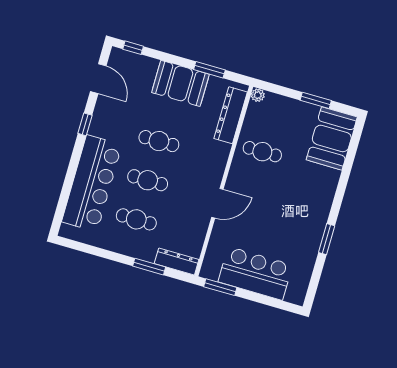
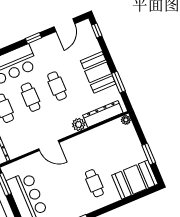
plant: (221, 152) -> (79, 124), added
cafe table: (262, 152) -> (94, 183), moved

